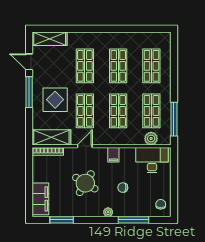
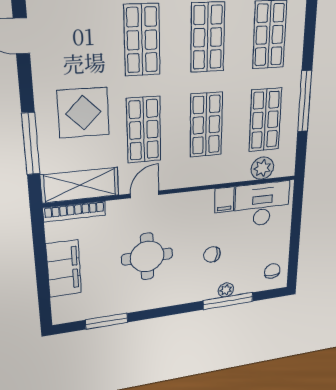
window: (29, 92) -> (31, 144), moved
window: (174, 119) -> (305, 101), moved
filing cabinet: (113, 155) -> (224, 200), moved
round table: (85, 183) -> (147, 257), turned -31
filing cabinet: (40, 199) -> (64, 269), moved
plant: (108, 212) -> (226, 290), moved

